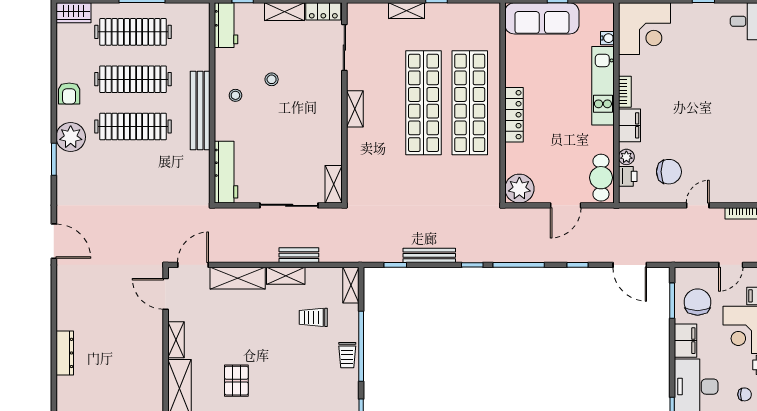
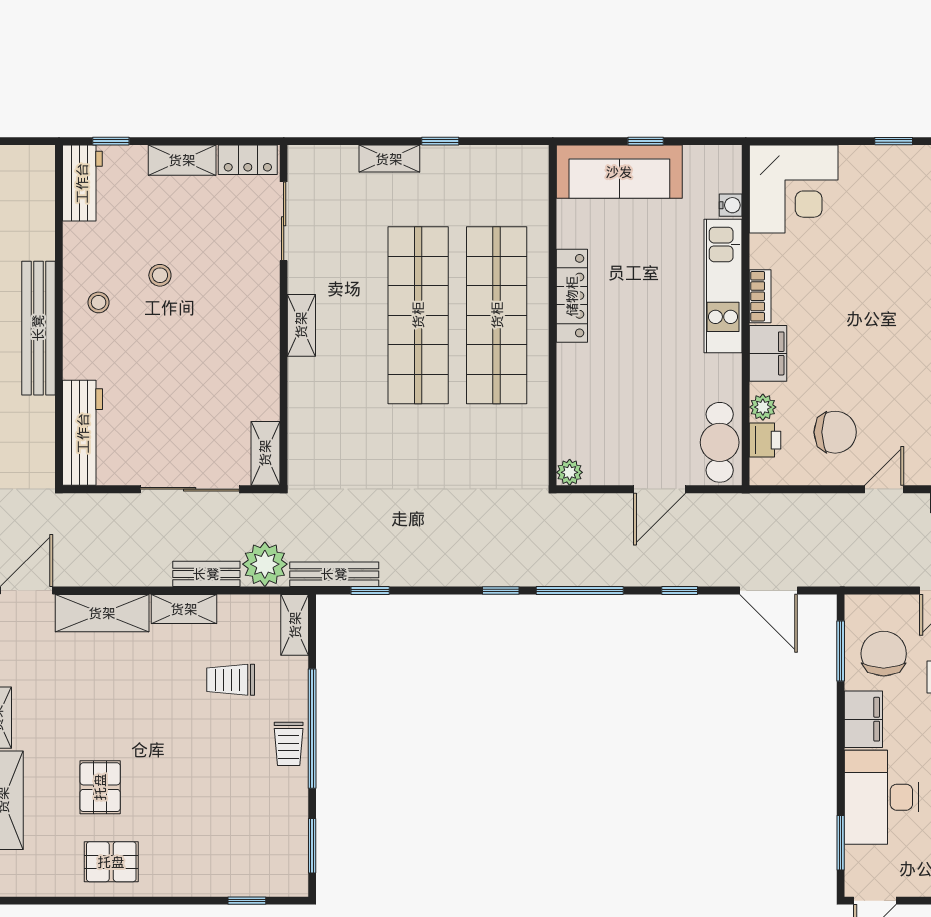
locker: (514, 115) -> (572, 296), moved
plant: (519, 189) -> (570, 472), width x0.53, depth x0.53
plant: (333, 249) -> (265, 564), added
bench: (429, 255) -> (334, 574), moved

